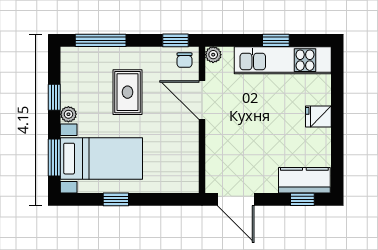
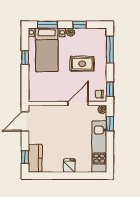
window: (276, 40) -> (110, 124), moved

